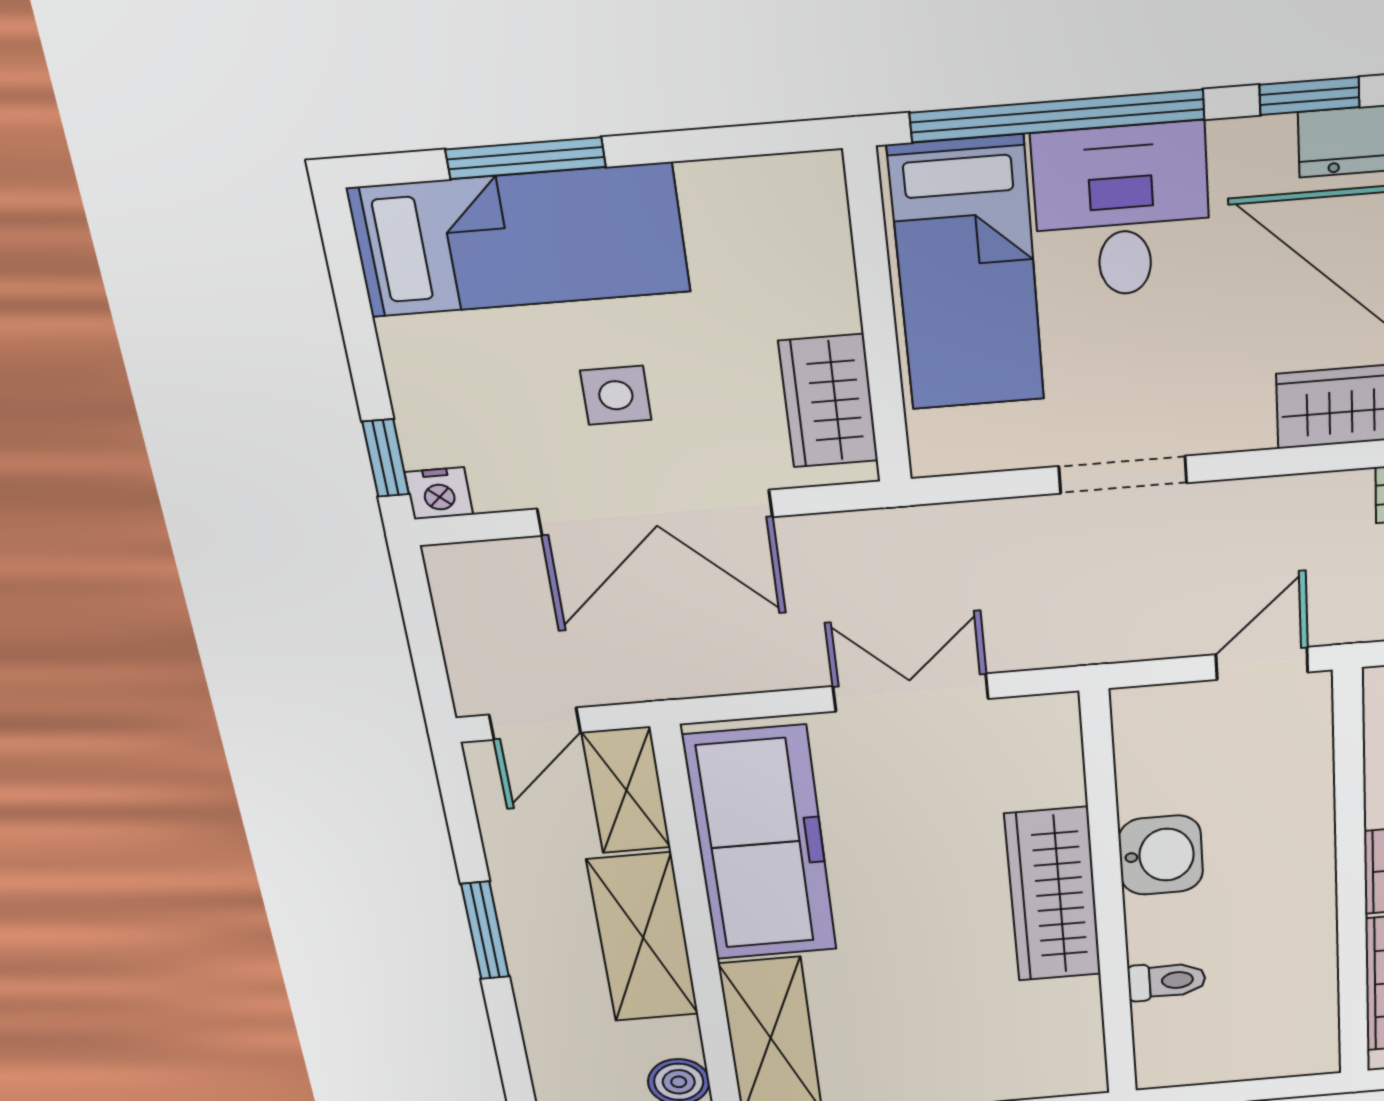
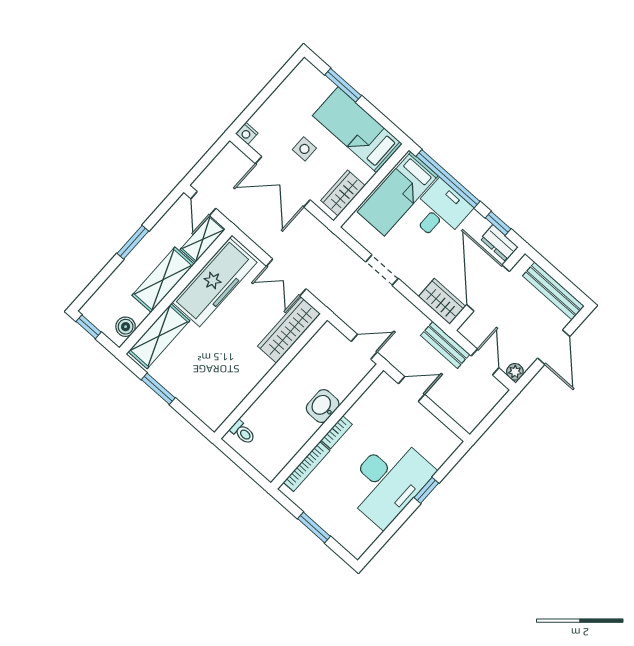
bed: (520, 240) -> (357, 130), moved, turned 180
window: (386, 458) -> (246, 115), removed
double door: (911, 693) -> (286, 277), swing flipped
door: (535, 724) -> (203, 204), hinge flipped
washbasin: (1161, 855) -> (323, 406), moved, turned 180
wardrobe: (1053, 895) -> (289, 330), moved
toilet: (1167, 981) -> (243, 432), moved

